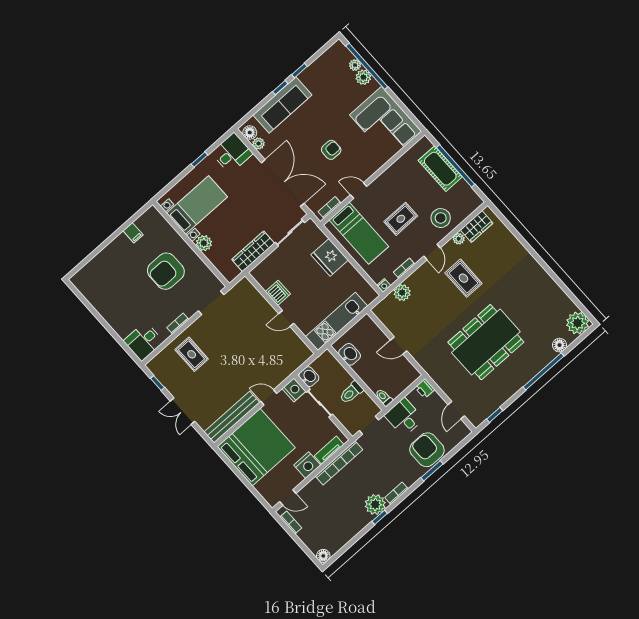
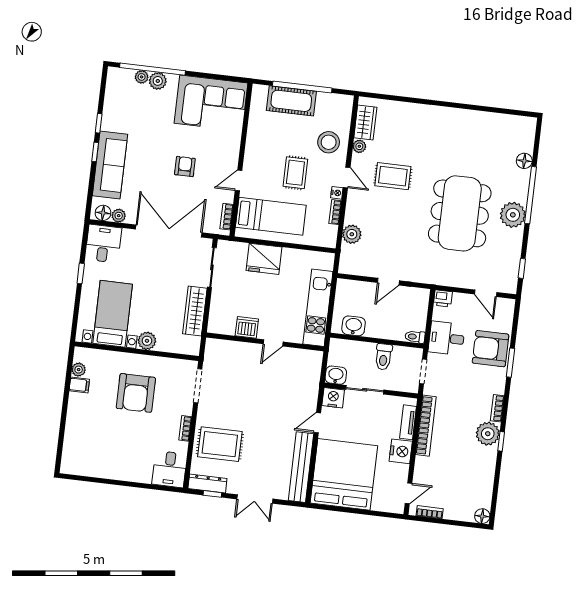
plant: (142, 222) -> (79, 370), added
nightstand: (384, 286) -> (337, 193), moved
plant: (578, 323) -> (513, 215), moved
rug: (192, 354) -> (220, 444), width x1.36, depth x1.43
dresser: (160, 373) -> (207, 484), added

